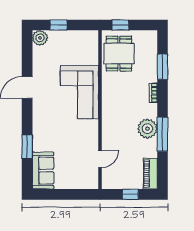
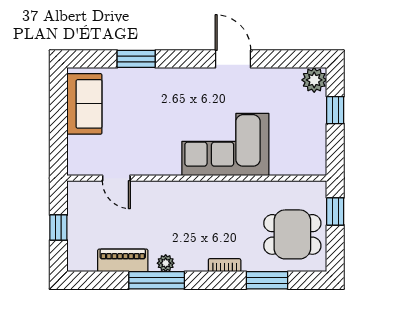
dining table: (119, 54) -> (292, 234), moved
plant: (147, 129) -> (166, 263), width x0.53, depth x0.53
sofa: (43, 171) -> (84, 104), moved, turned -90
piano: (150, 174) -> (123, 260), moved

